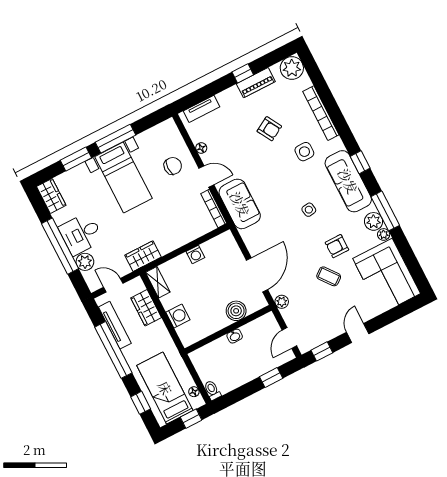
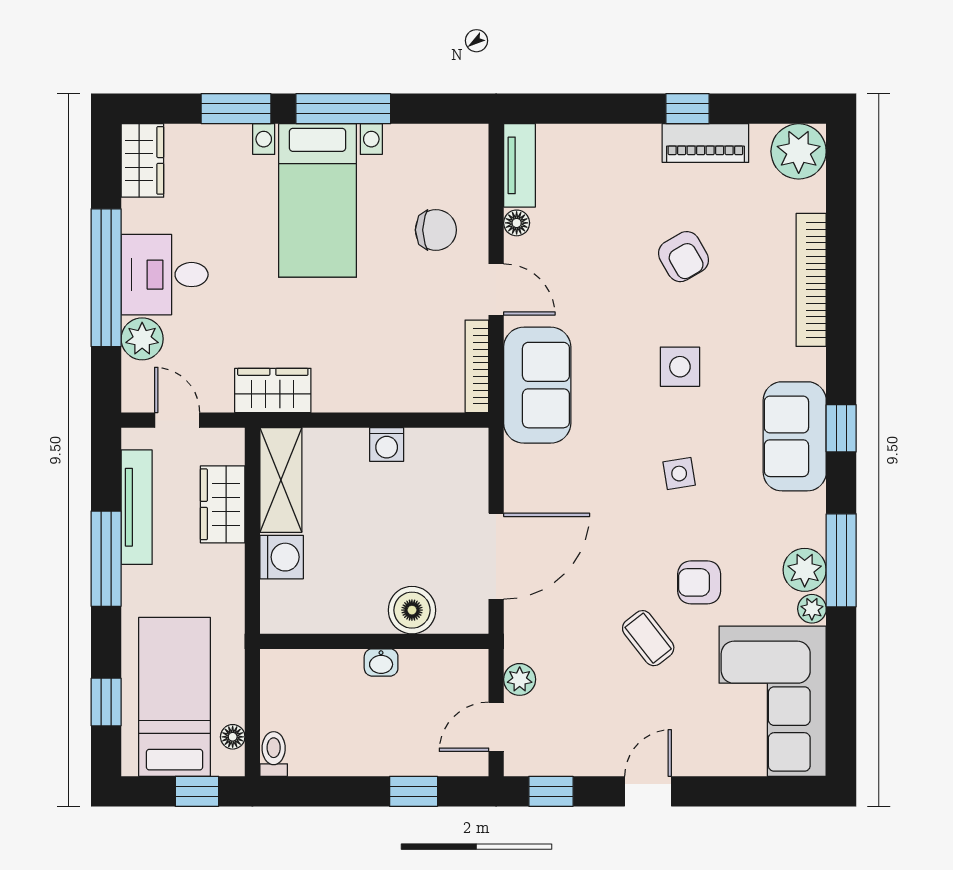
tv unit: (201, 109) -> (520, 165), moved, turned -90
side table: (304, 152) -> (680, 367), moved
sofa: (348, 181) -> (795, 436), width x0.73
shelving: (158, 282) -> (281, 480), width x1.50, depth x1.33
plant: (282, 302) -> (520, 679), moved
window: (113, 350) -> (106, 559), width x0.68

